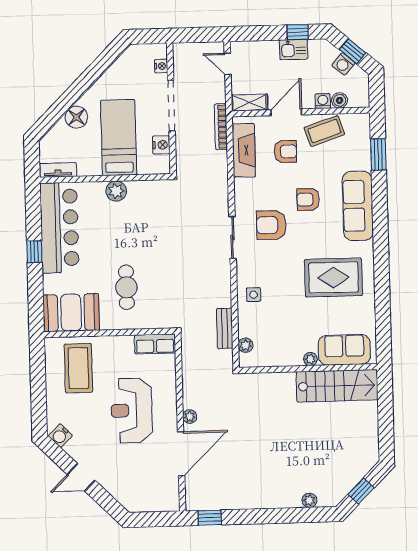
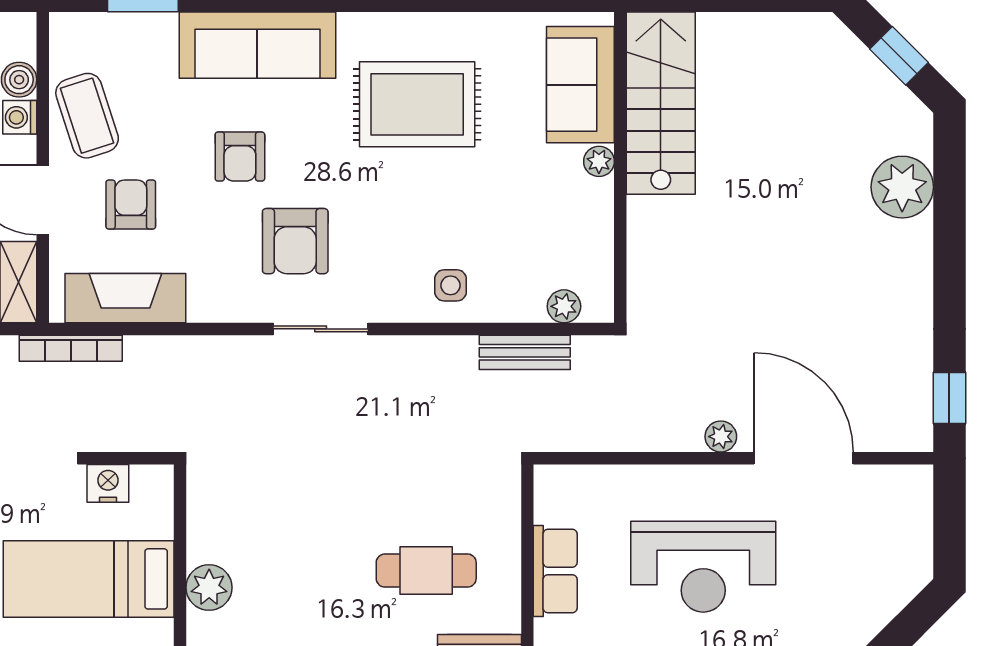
rug: (334, 278) -> (417, 104), turned 90
row of seats: (155, 344) -> (555, 571), moved
plant: (309, 500) -> (902, 187), width x1.87, depth x1.87

